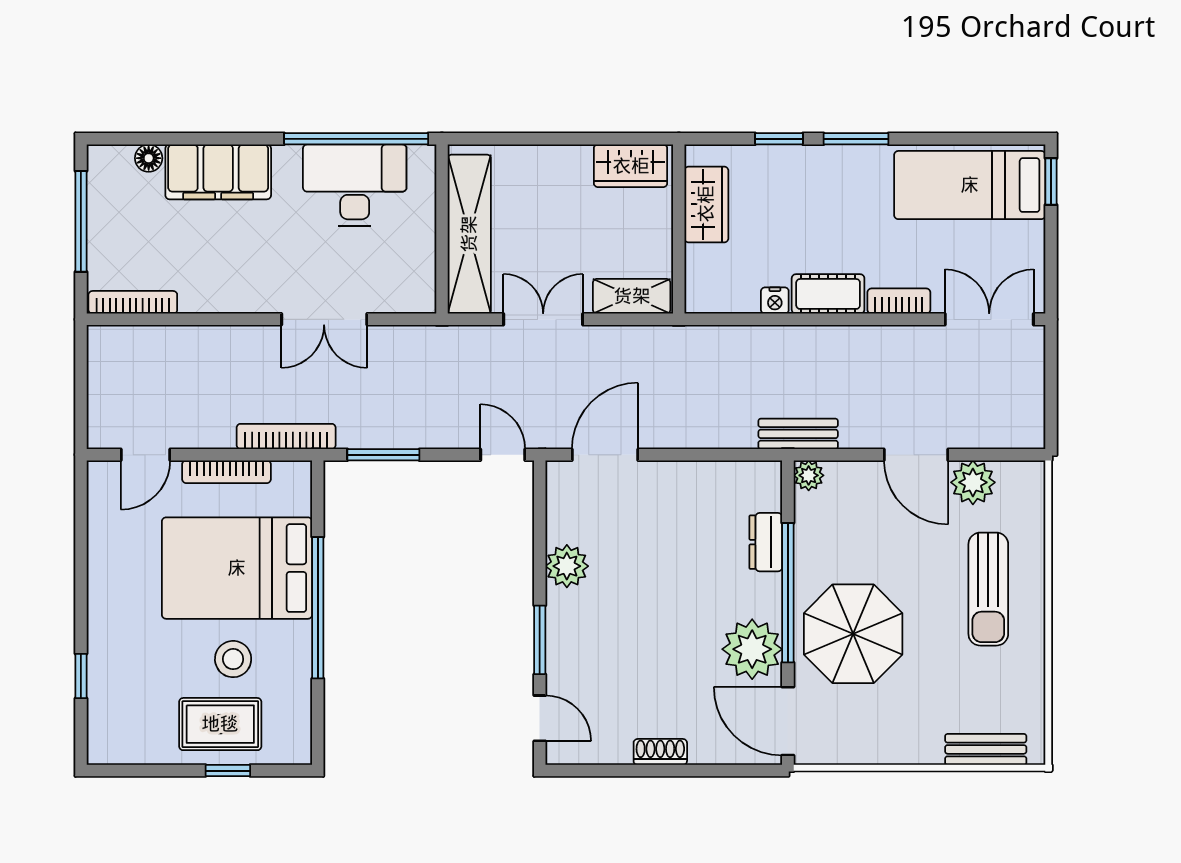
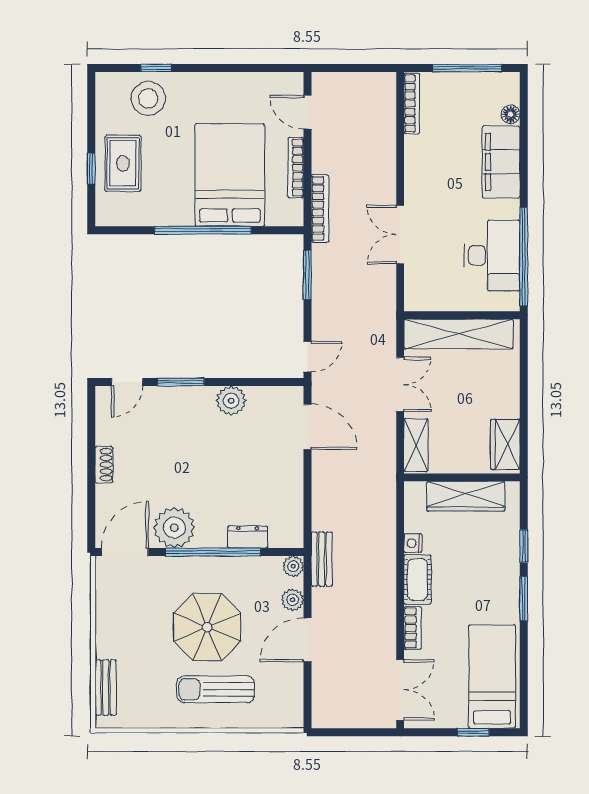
window: (1051, 182) -> (473, 732), moved
wardrobe: (706, 204) -> (466, 496), width x1.50
plant: (973, 482) -> (293, 600), moved, width x0.73, depth x0.73
parasol: (853, 634) -> (207, 627), moved
stool: (233, 659) -> (148, 98), moved, width x1.38, depth x1.38

